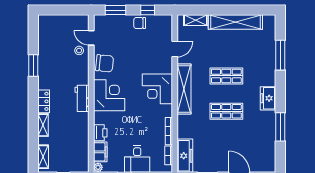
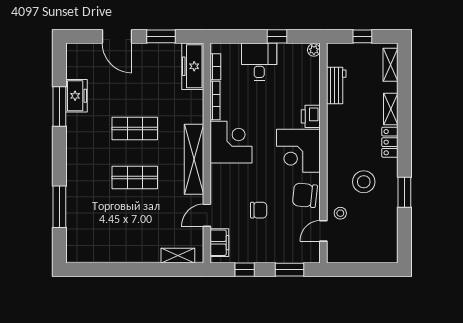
shelving: (235, 22) -> (122, 253), removed
chair: (140, 23) -> (259, 210), moved
door: (91, 38) -> (323, 231), swing flipped
stool: (62, 73) -> (364, 182), added
corner desk: (157, 89) -> (231, 142), moved
workbench: (82, 98) -> (336, 85), moved
freezer: (268, 98) -> (77, 96), moved
printer: (100, 133) -> (311, 116), moved
filing cabinet: (100, 152) -> (219, 243), moved, turned 180

